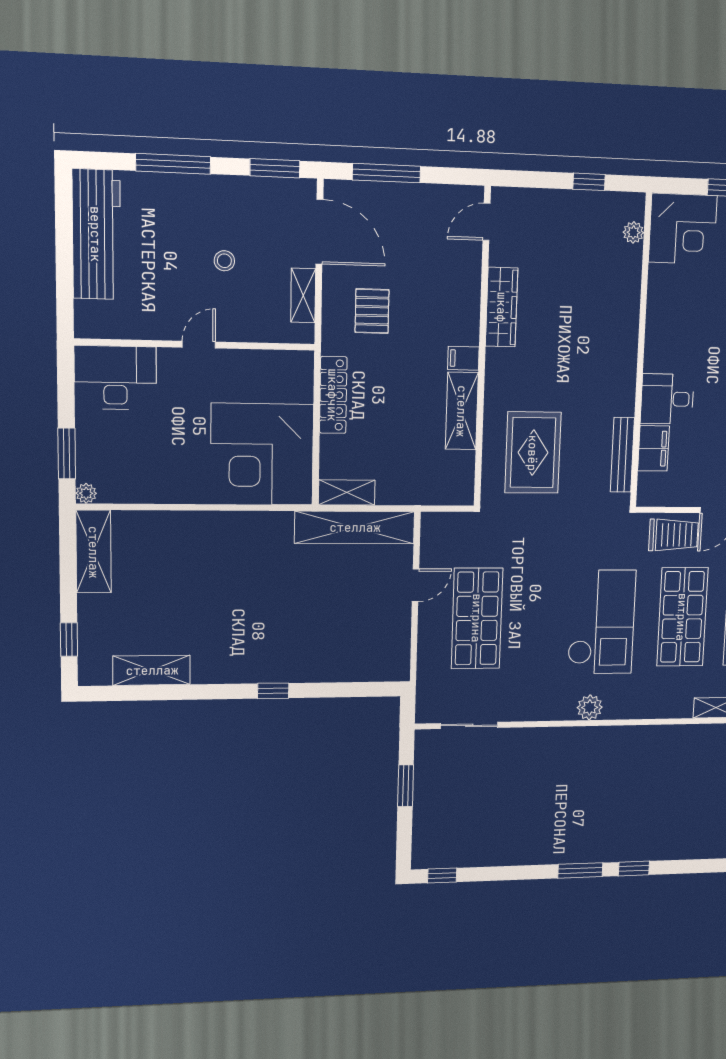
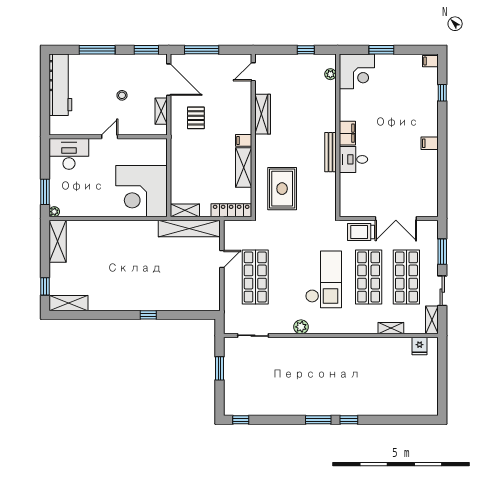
locker: (333, 395) -> (231, 210), moved, turned -90
filing cabinet: (653, 448) -> (347, 133), moved
bench: (622, 455) -> (330, 152), moved
trolley: (674, 535) -> (361, 232), turned 180
shelving: (152, 670) -> (69, 303), moved
plant: (590, 707) -> (301, 327), moved

